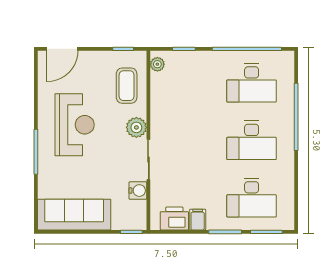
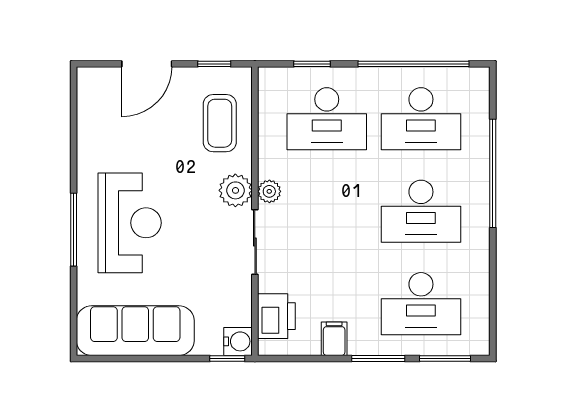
door: (62, 49) -> (147, 64), moved
plant: (157, 64) -> (269, 191), moved
desk: (193, 83) -> (327, 119), added
reception desk: (75, 125) -> (130, 223), moved
water cooler: (138, 191) -> (238, 341), moved
printer: (174, 218) -> (276, 316), moved, turned 90

